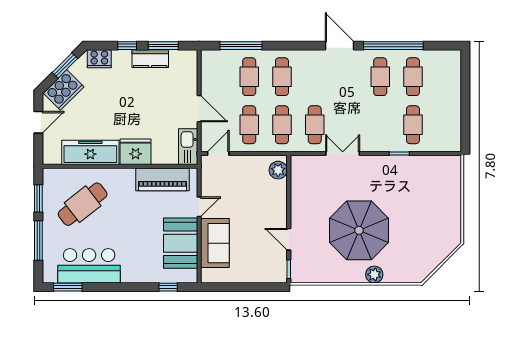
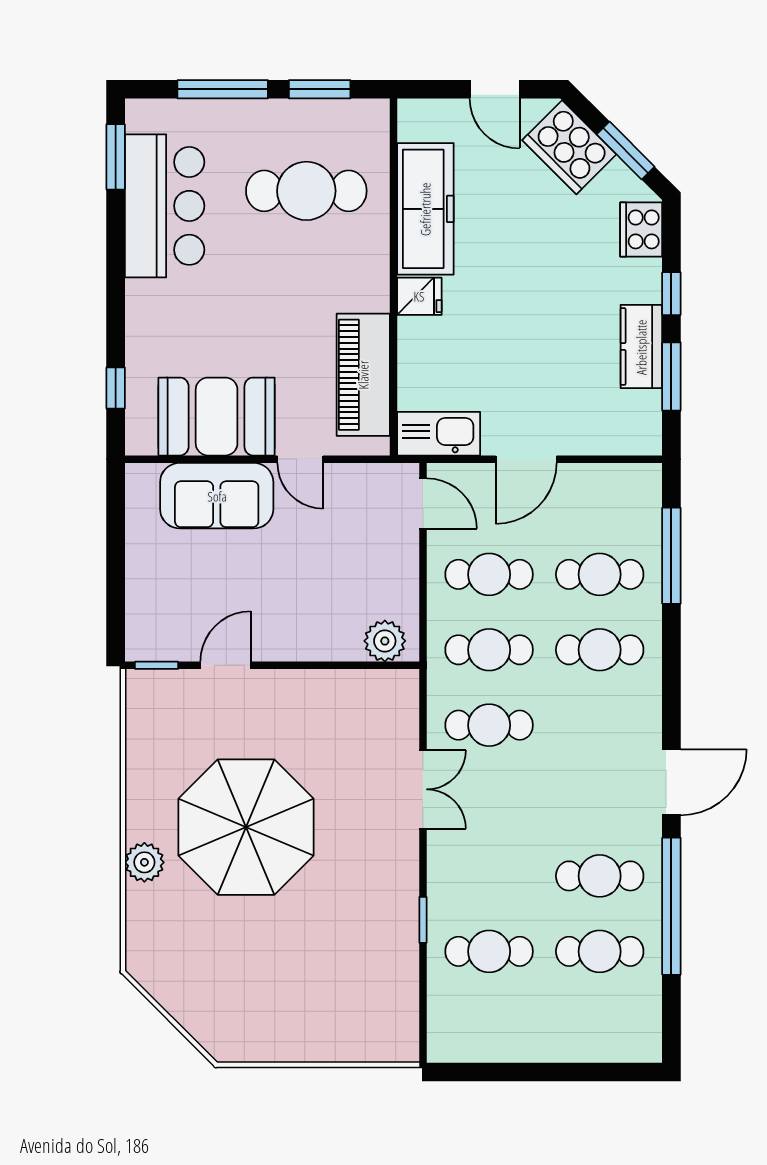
fridge: (136, 152) -> (419, 296), width x0.53, depth x0.75
cafe table: (83, 204) -> (306, 191), turned -52

